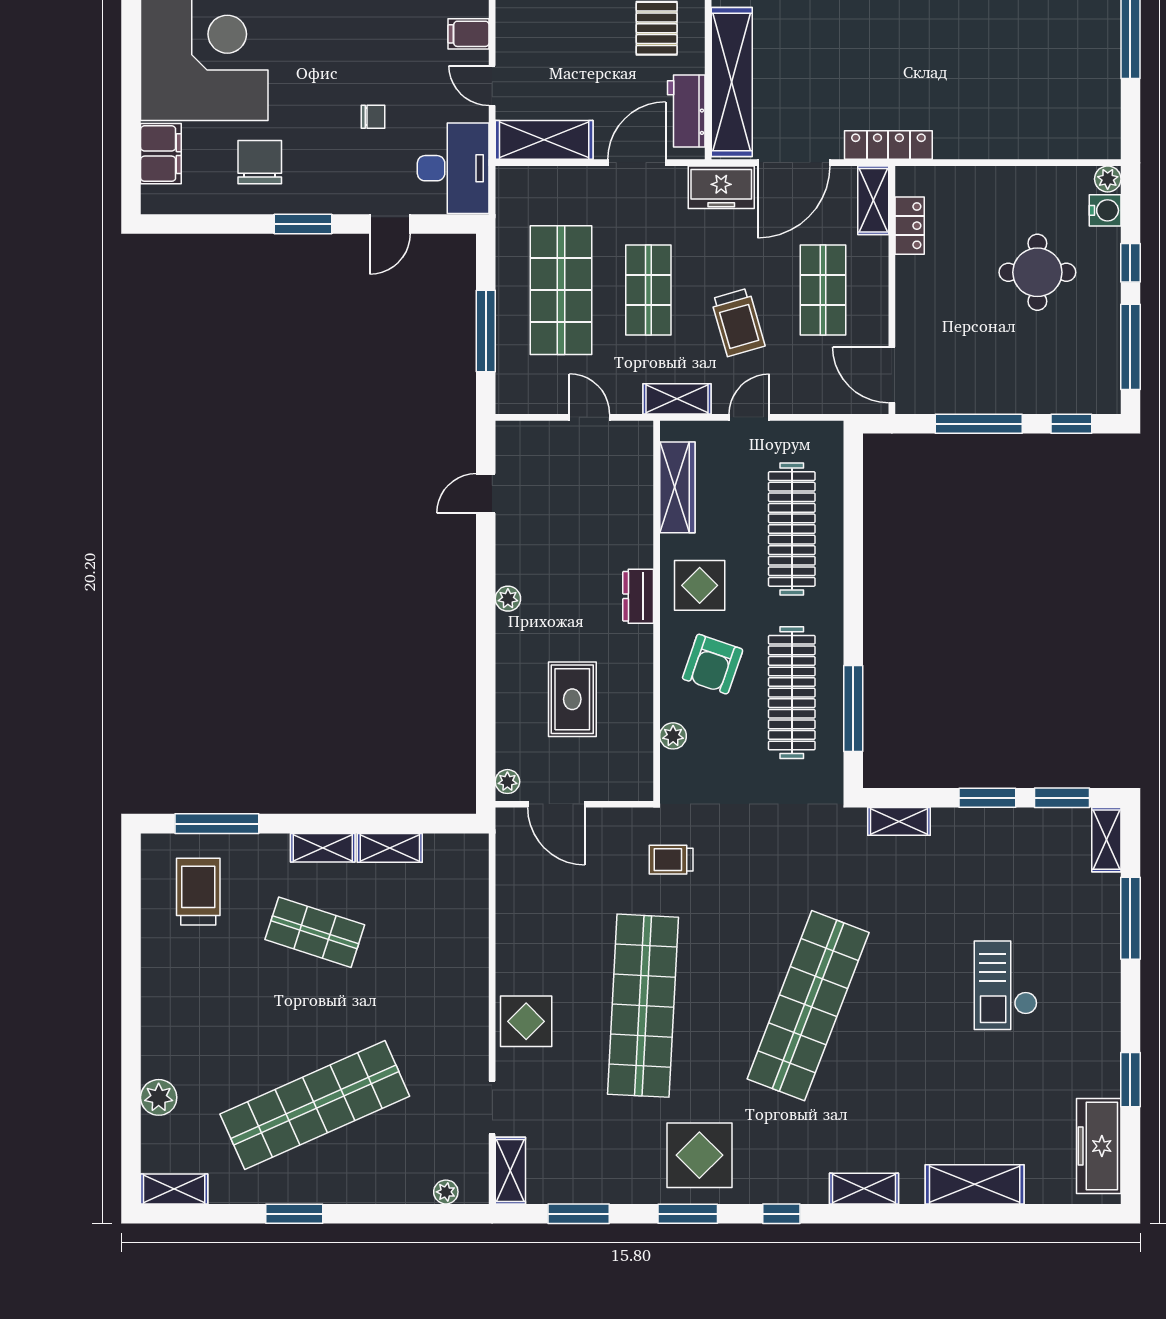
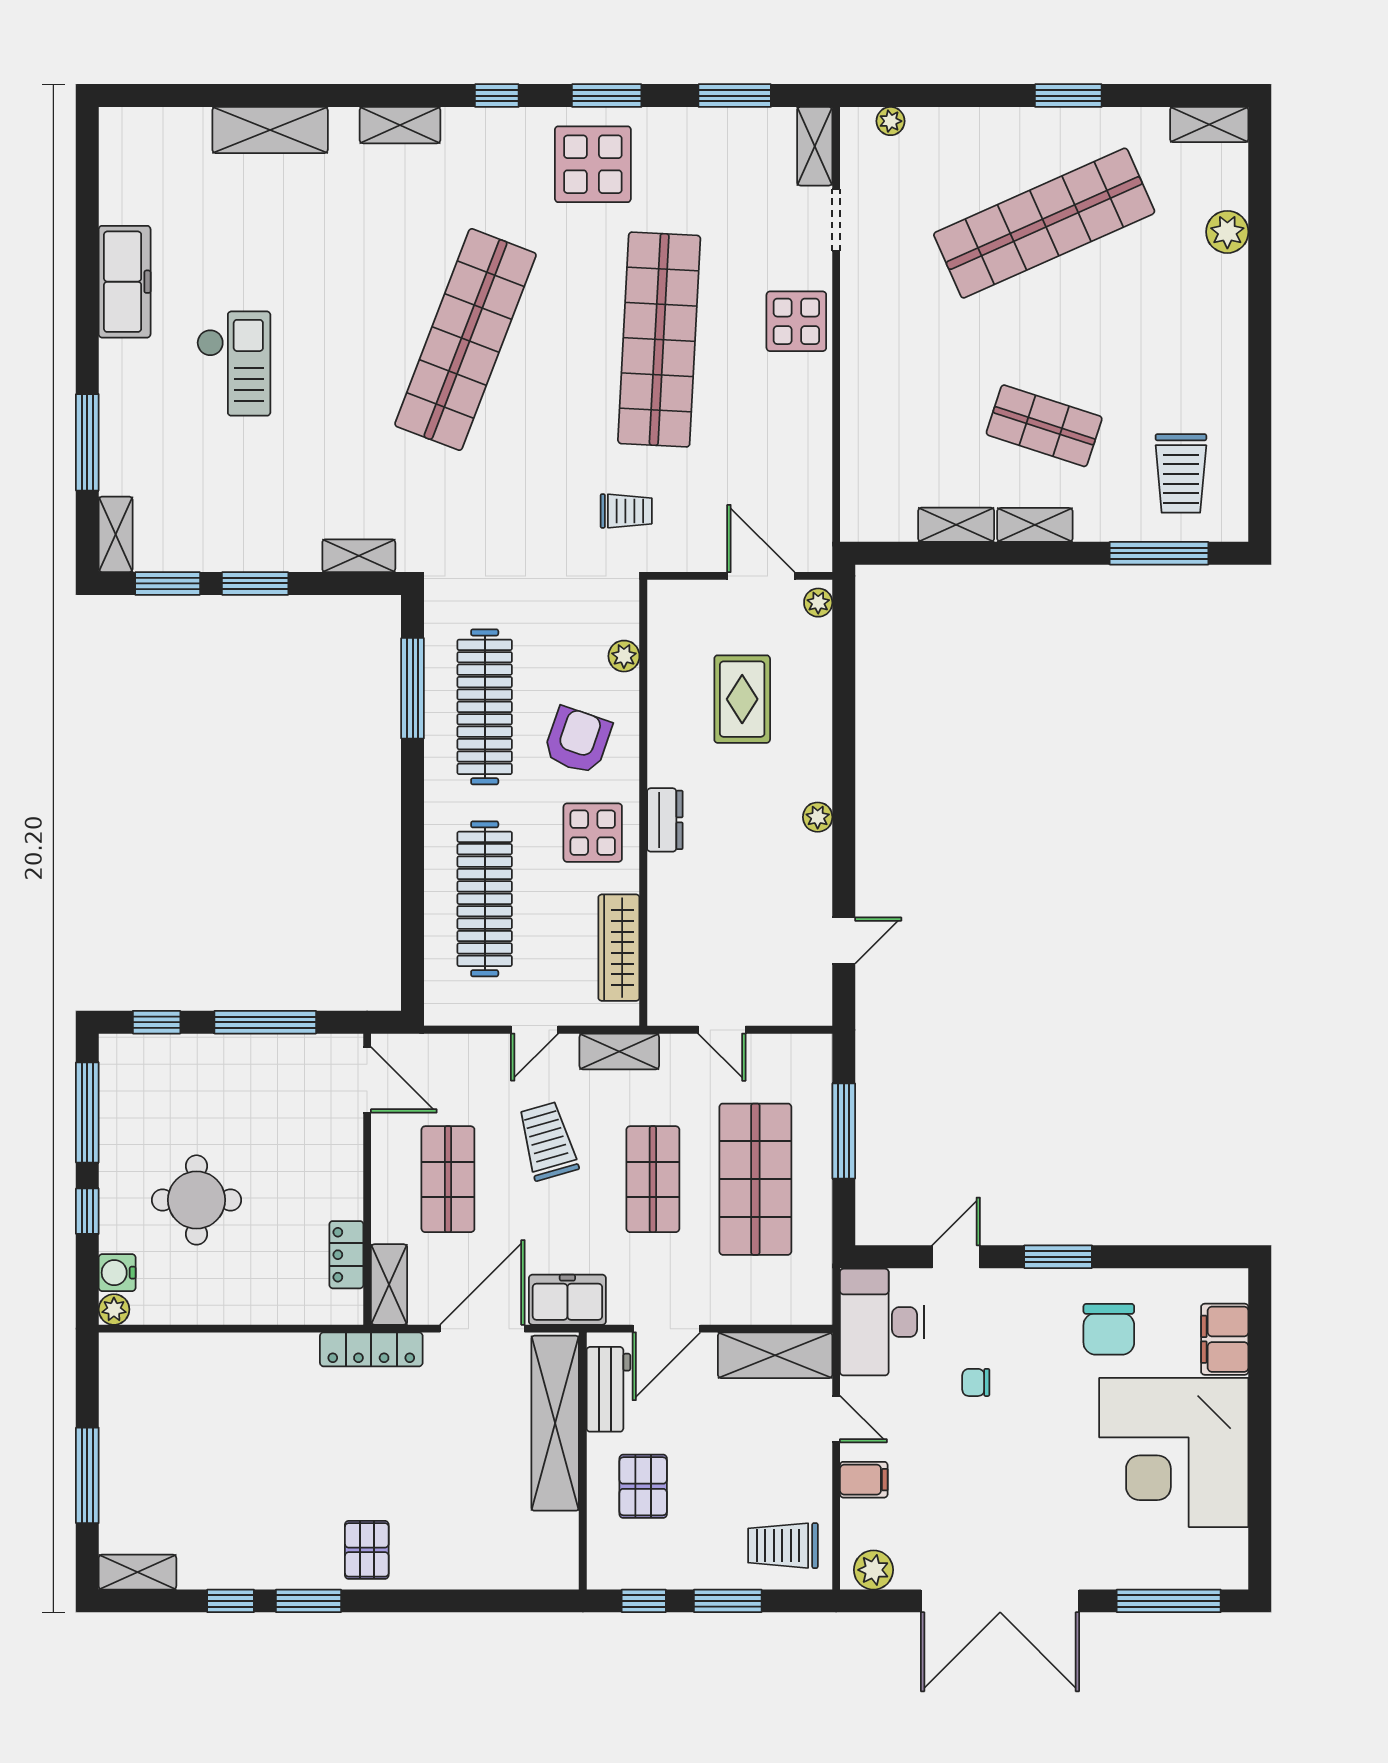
window: (1130, 1080) -> (87, 253), removed
freezer: (1099, 1146) -> (125, 282), moved

